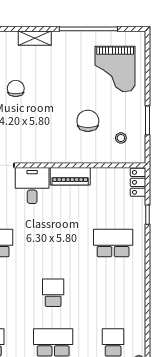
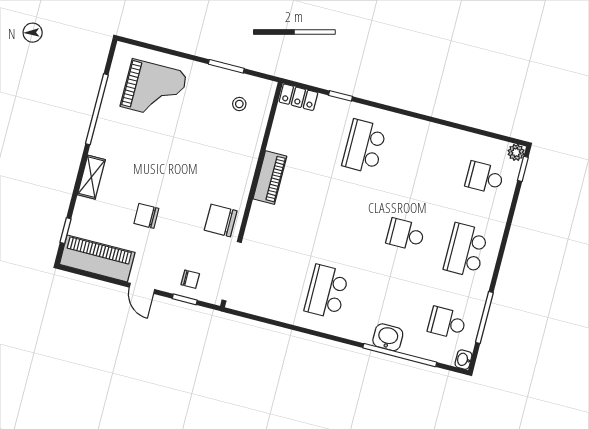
chair: (88, 121) -> (221, 220), moved
desk: (32, 186) -> (269, 226), removed

